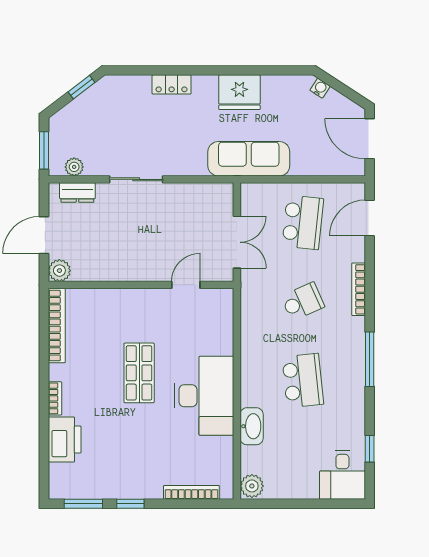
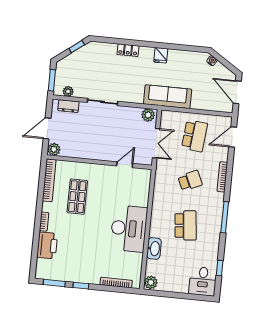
fridge: (239, 92) -> (161, 55), width x0.53, depth x0.75
plant: (218, 194) -> (148, 115), added
shop shelf: (139, 373) -> (77, 197), moved

